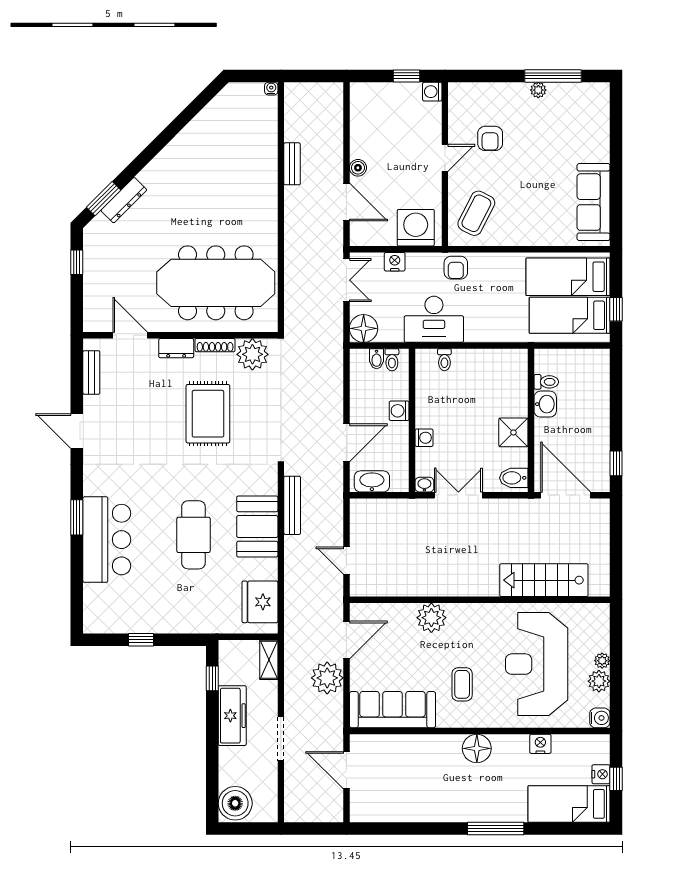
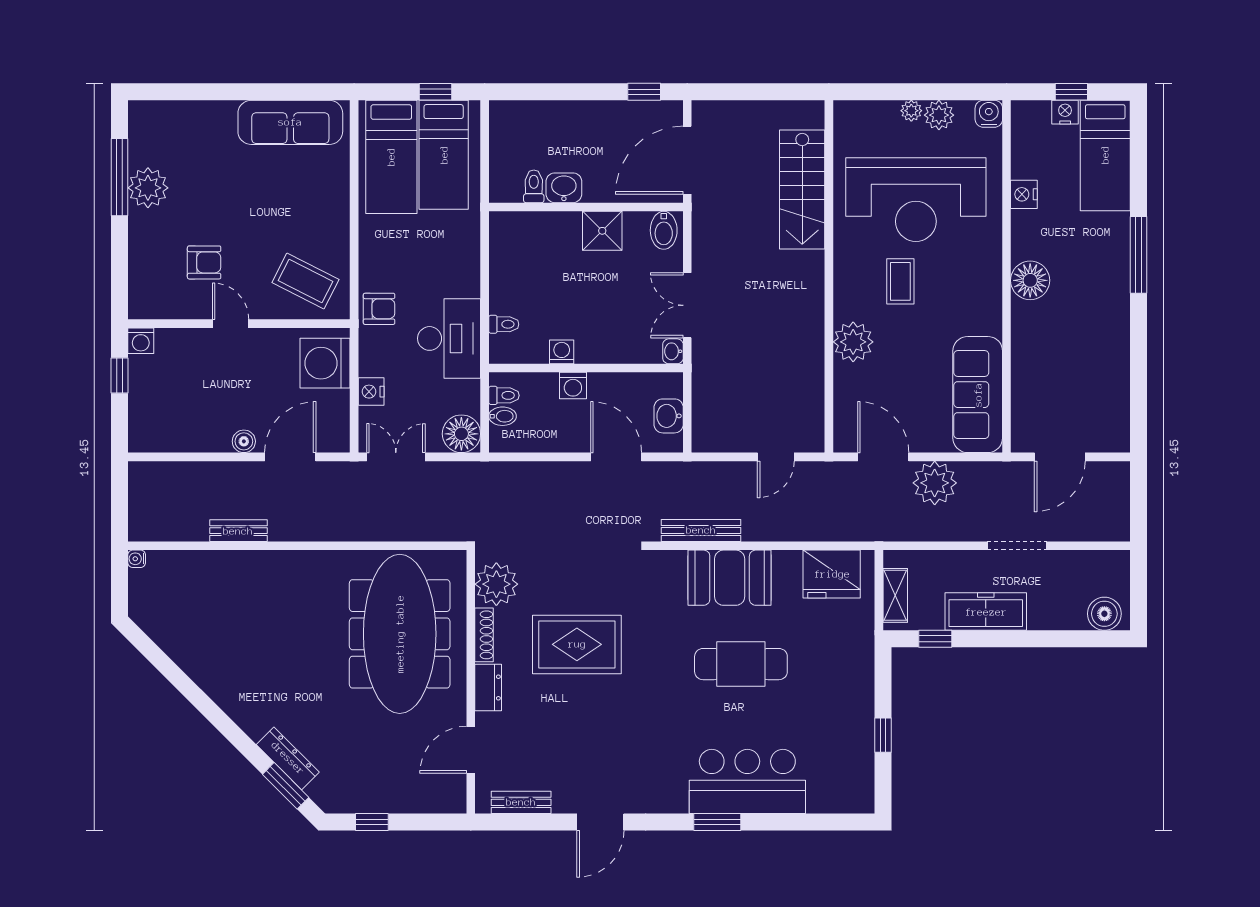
plant: (538, 90) -> (148, 188), width x1.87, depth x1.87
washing machine: (424, 438) -> (562, 352), moved
washbasin: (372, 481) -> (669, 416), width x0.72
shelving: (269, 660) -> (895, 595), moved, turned 90
coffee table: (462, 684) -> (900, 281), moved, turned 90
boiler: (235, 803) -> (1104, 614), width x0.73, depth x0.73

